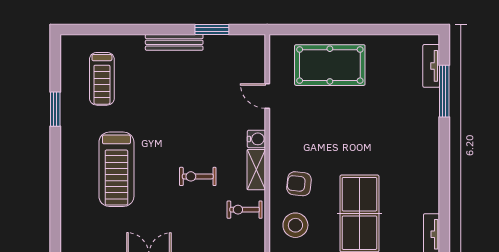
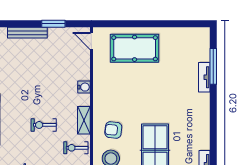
tv unit: (431, 66) -> (204, 77), moved
door: (267, 96) -> (91, 41), moved
water cooler: (256, 139) -> (84, 87), moved

